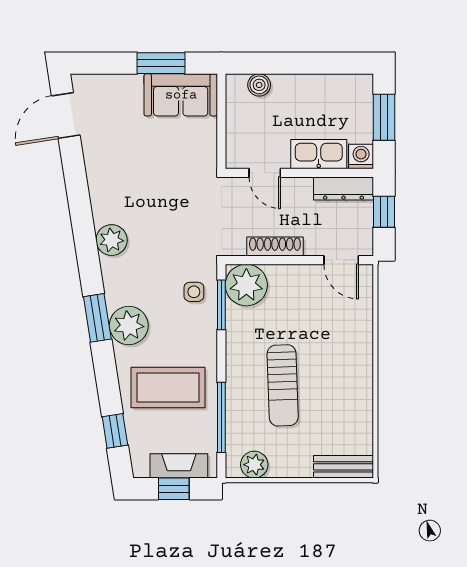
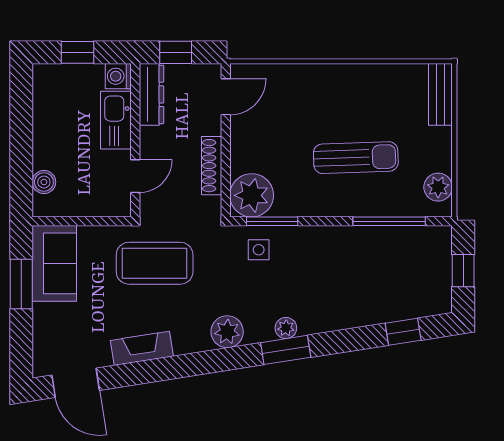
window: (384, 117) -> (77, 52), width x0.67
plant: (112, 240) -> (227, 332), moved
plant: (129, 326) -> (286, 328), width x0.53, depth x0.53
coffee table: (168, 387) -> (155, 263), moved, turned 90
fireplace: (179, 466) -> (142, 348), moved, turned 81

